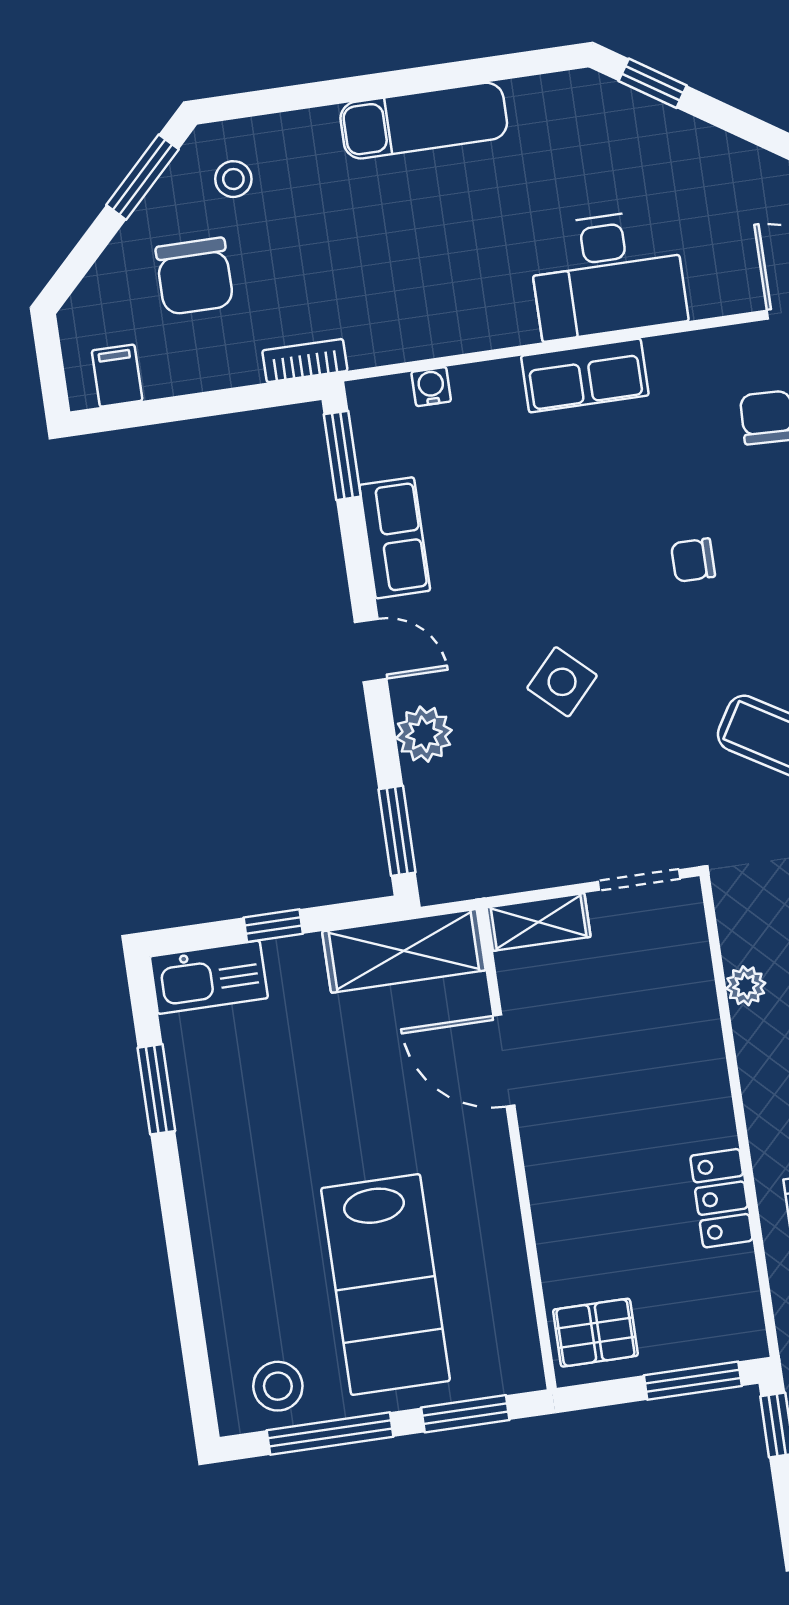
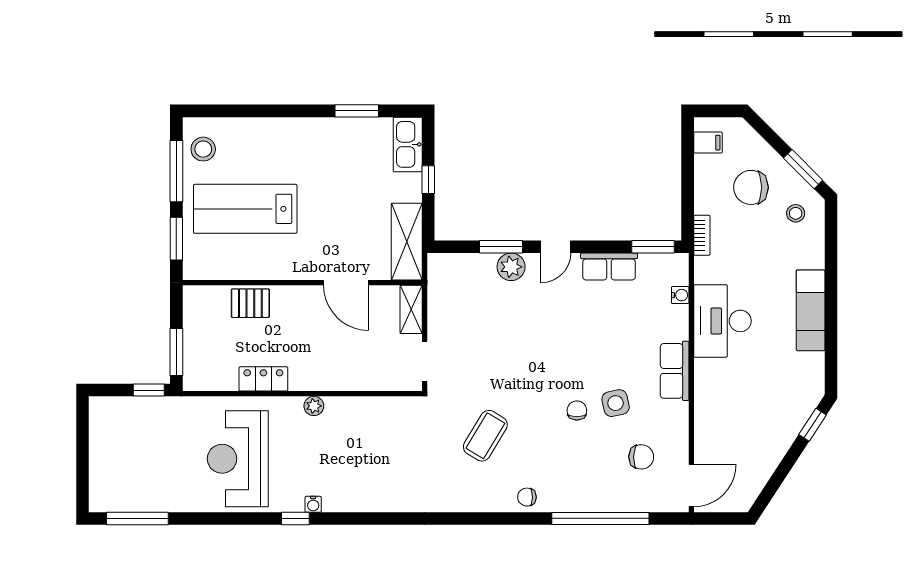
desk: (607, 274) -> (722, 321), moved
side table: (562, 682) -> (616, 403), moved, turned 35
window: (397, 831) -> (501, 247), moved
plant: (746, 986) -> (314, 406), moved
door: (504, 1061) -> (346, 283), swing flipped
pallet: (595, 1333) -> (250, 303), moved, turned 90

